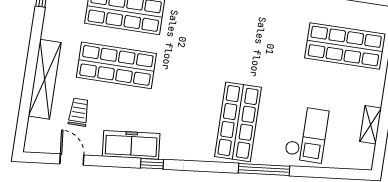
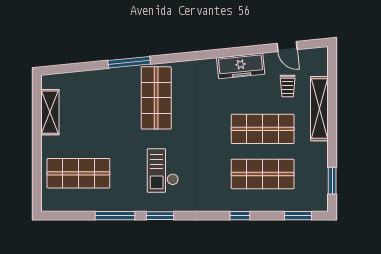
shelving: (370, 125) -> (50, 112), width x1.50, depth x1.33
checkout: (307, 134) -> (163, 171), moved
window: (152, 164) -> (221, 53), removed

